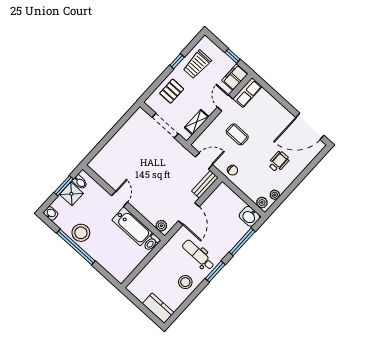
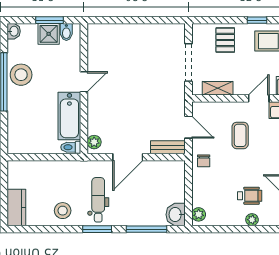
pallet: (172, 91) -> (225, 40), turned 90
plant: (275, 195) -> (252, 220), moved

